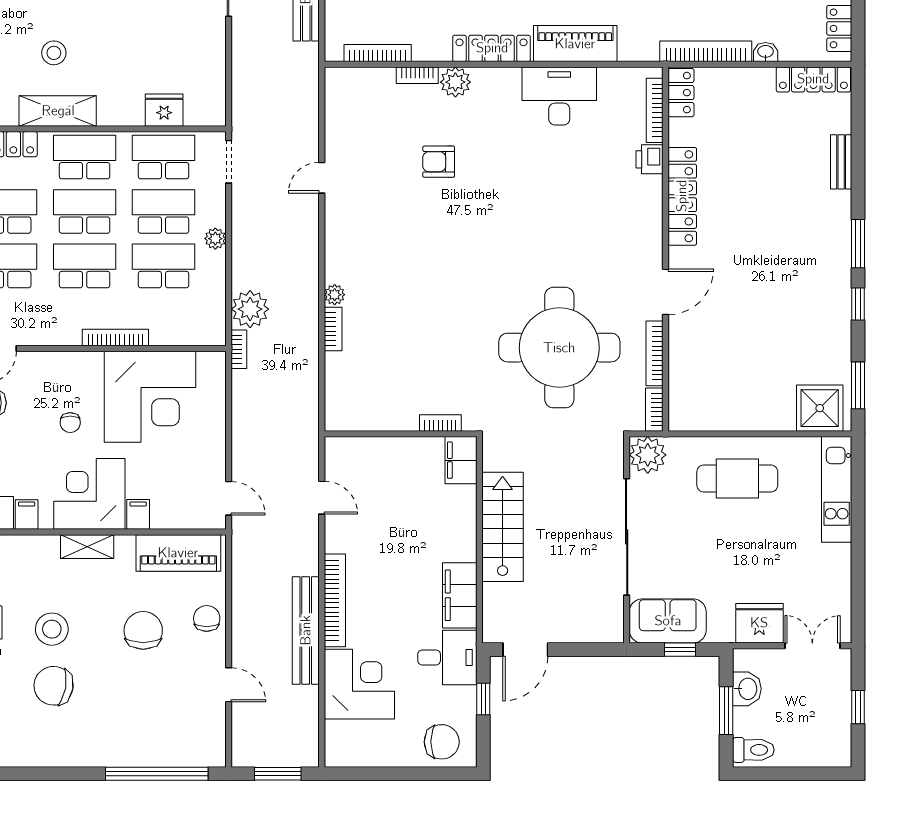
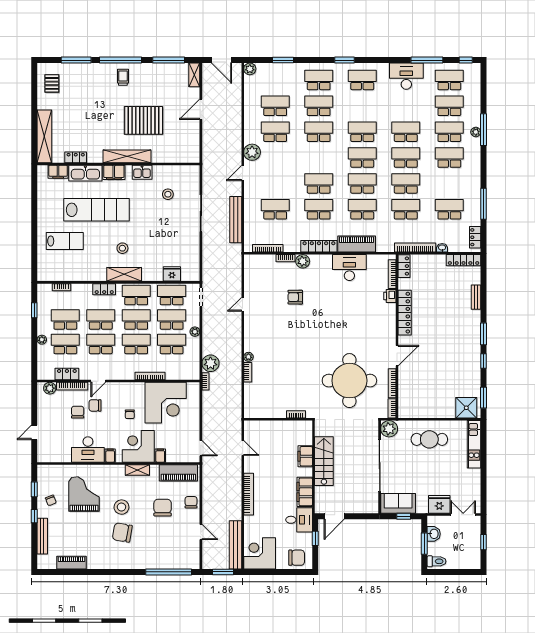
filing cabinet: (461, 460) -> (305, 456), moved
bench: (306, 630) -> (235, 545), moved
corner desk: (359, 684) -> (260, 553), moved, turned -90

